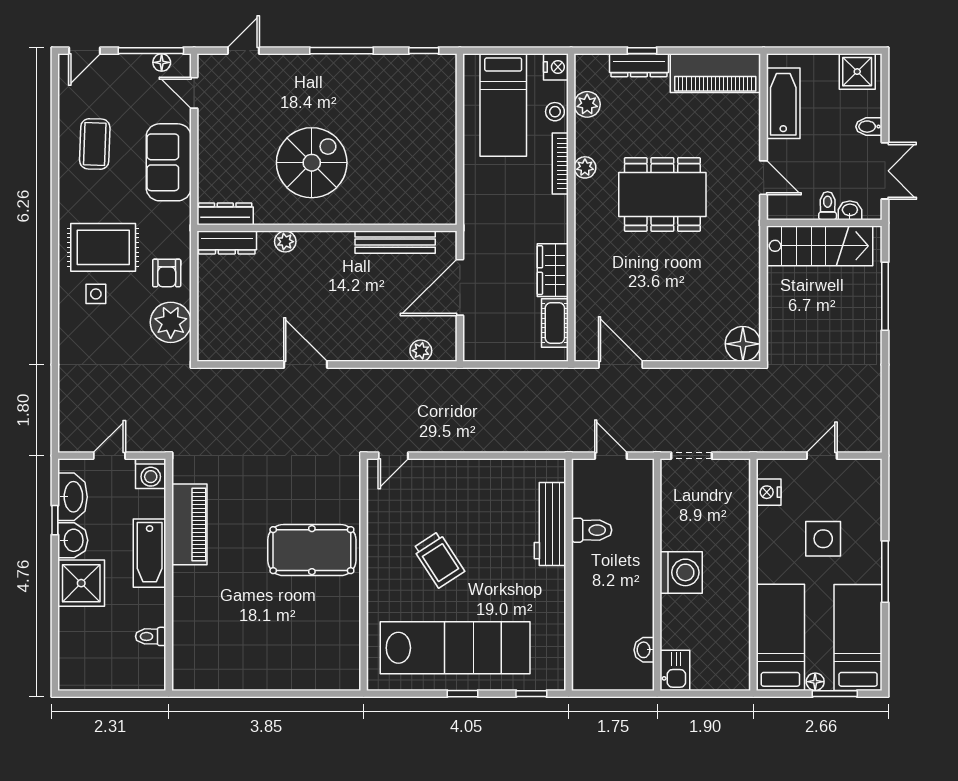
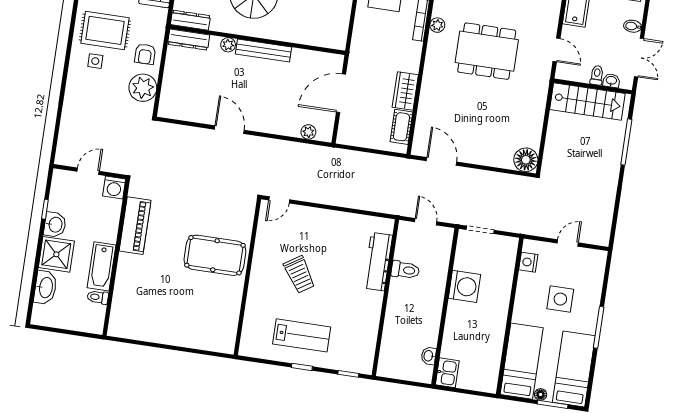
bench: (395, 242) -> (263, 51), moved
washbasin: (73, 497) -> (45, 288), moved
bathtub: (150, 553) -> (102, 266), moved
washing machine: (681, 572) -> (464, 286), moved
lab bench: (455, 648) -> (302, 335), width x0.54, depth x0.72

